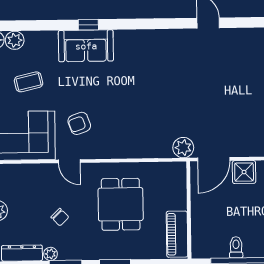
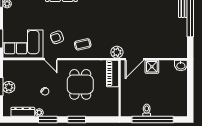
coffee table: (29, 82) -> (83, 44), moved
piano: (177, 234) -> (113, 74), moved

